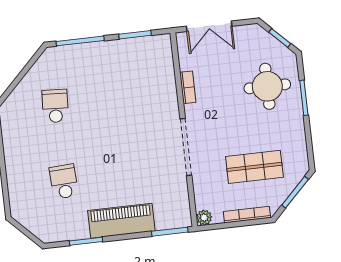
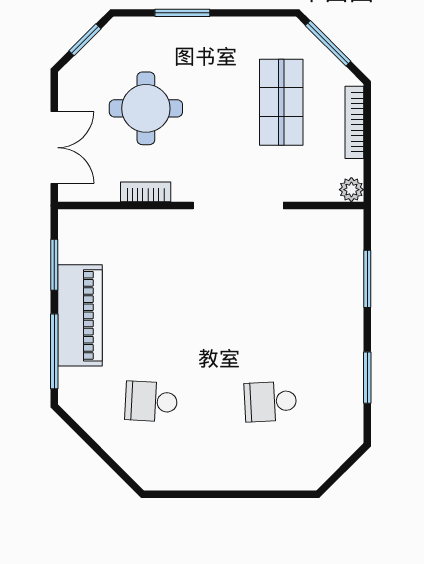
round table: (267, 86) -> (146, 108), moved
piano: (121, 221) -> (80, 315), moved, turned 180
window: (170, 232) -> (367, 279), moved

